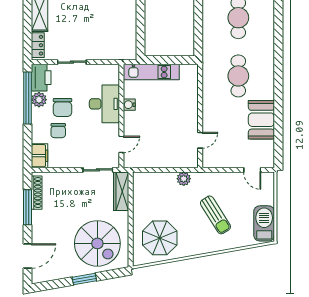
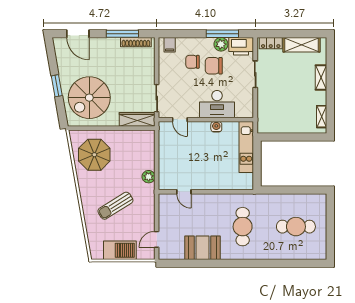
cafe table: (238, 76) -> (243, 227), turned 90
window: (28, 98) -> (222, 34), width x0.68
filing cabinet: (40, 156) -> (170, 45), width x0.50
barbecue: (264, 223) -> (120, 250), moved

